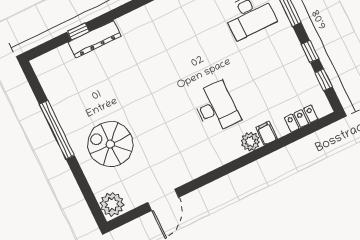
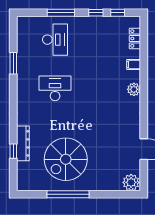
desk: (216, 107) -> (55, 88), moved
plant: (250, 142) -> (134, 89), moved
spiral stairs: (110, 144) -> (66, 159), moved, width x1.37, depth x1.37

